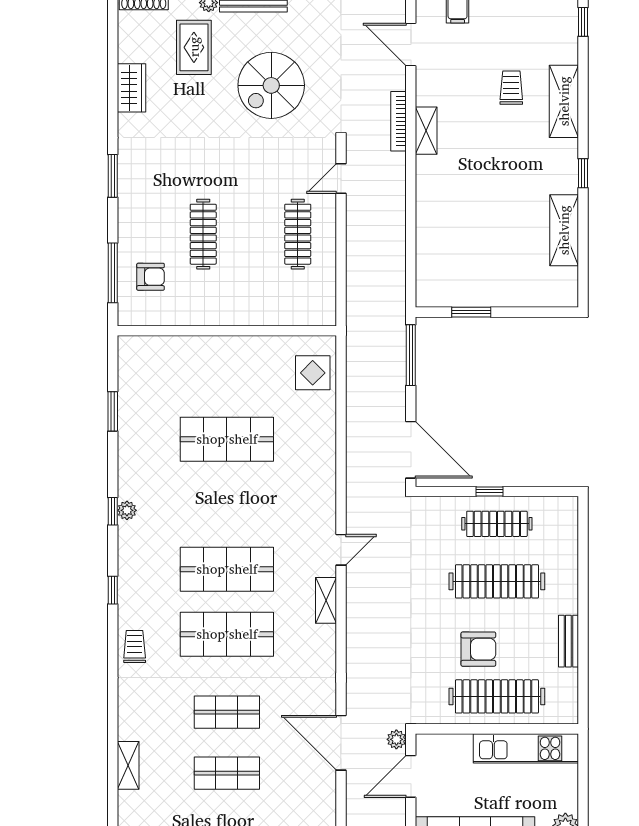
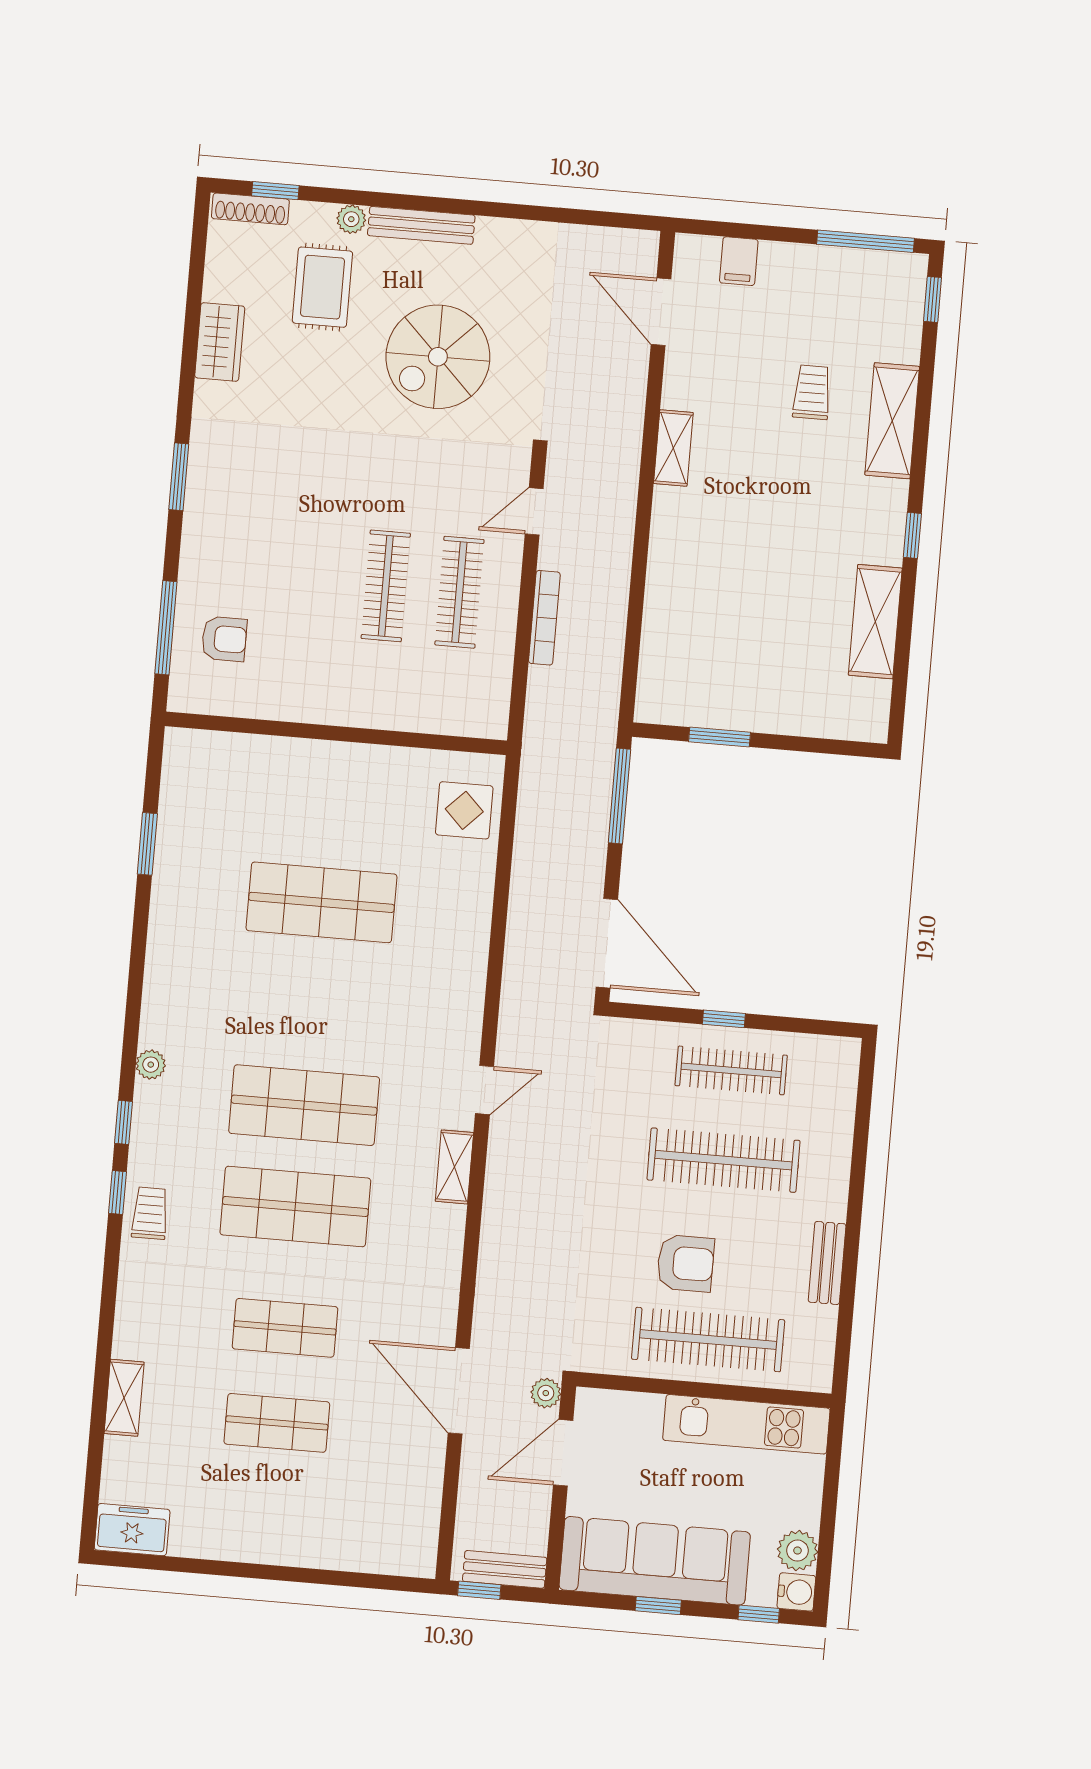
bookcase: (398, 121) -> (544, 618), moved, turned 180
clothes rail: (203, 234) -> (386, 586), moved
plant: (127, 510) -> (151, 1065), moved
window: (113, 511) -> (117, 1193), moved

